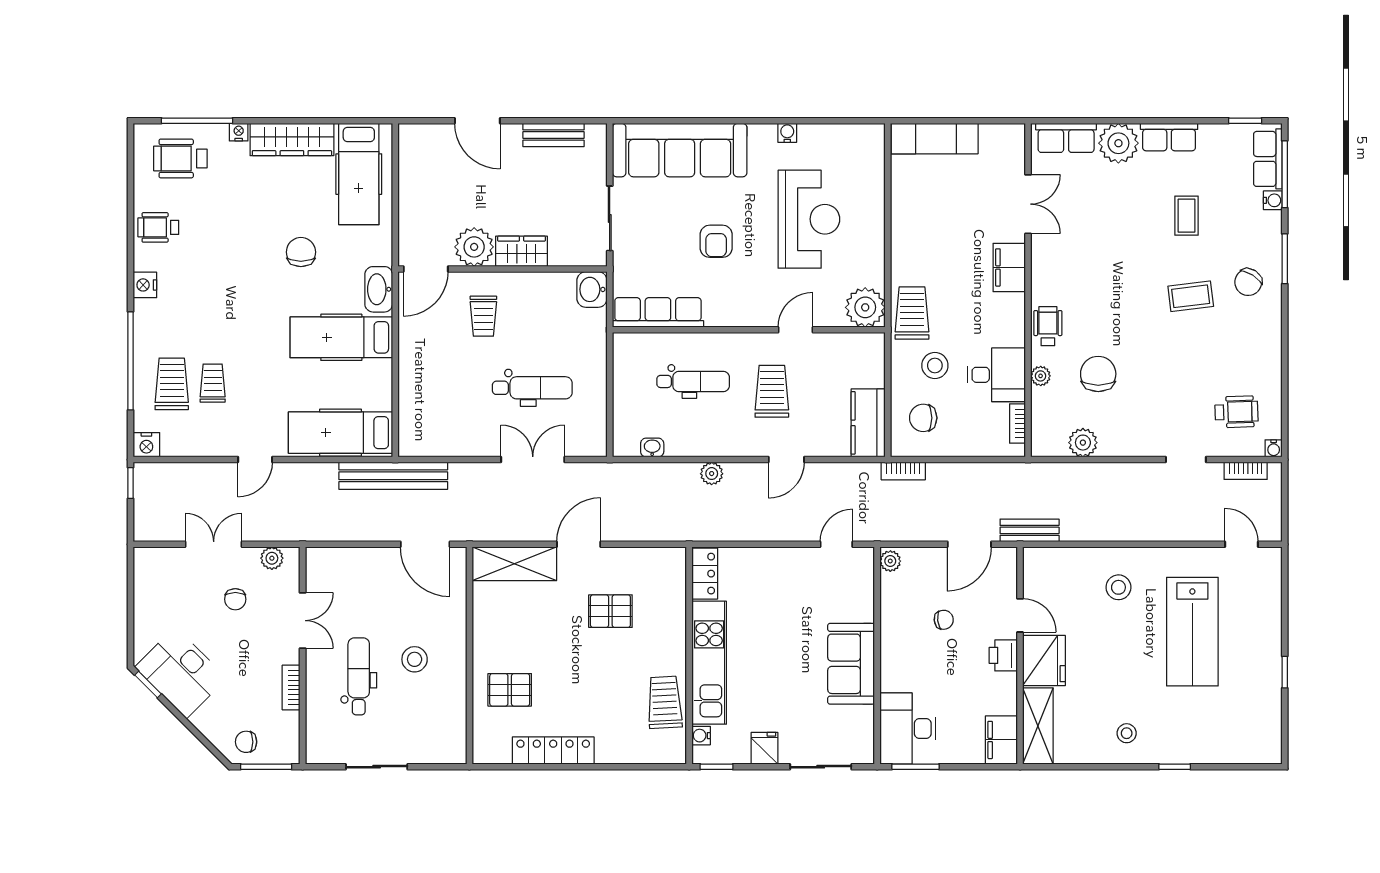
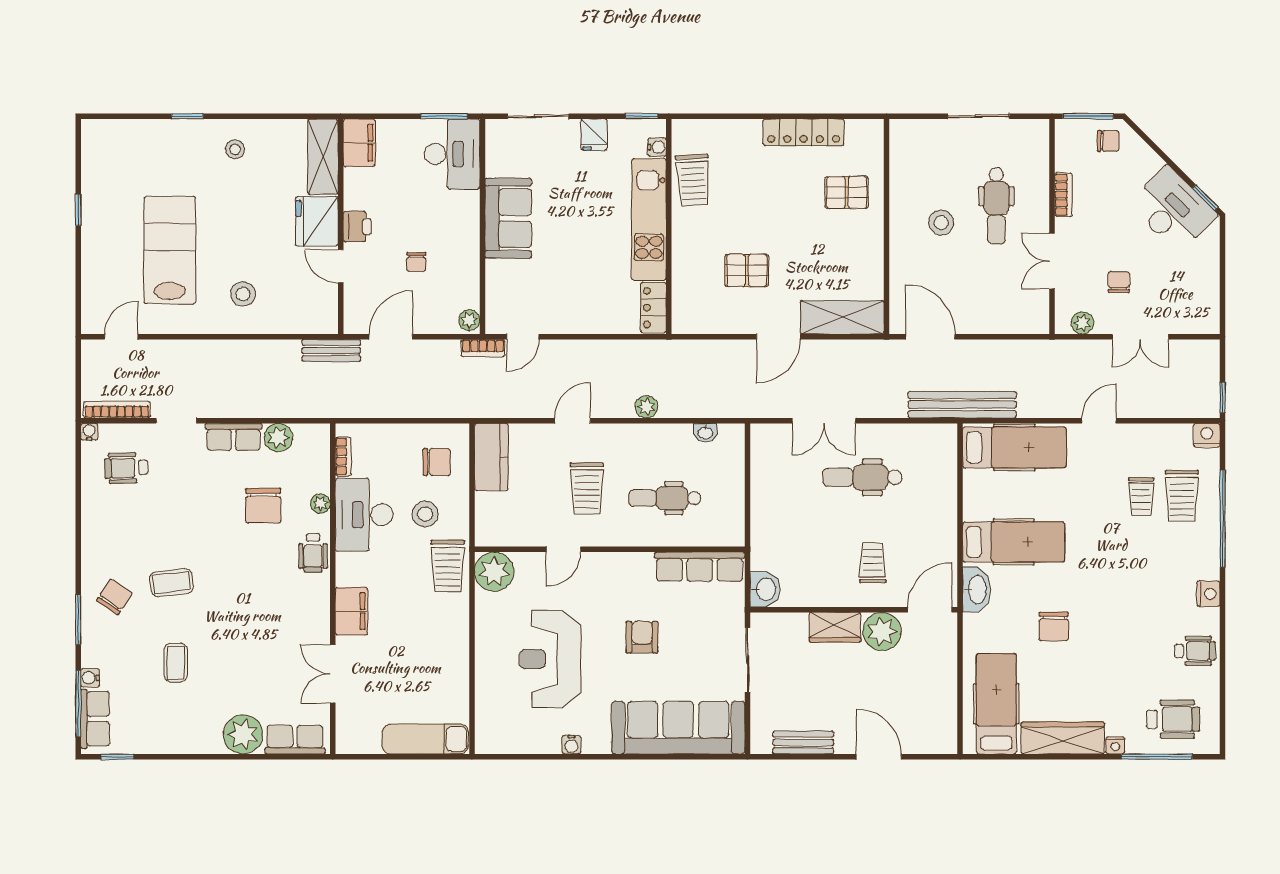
row of seats: (1169, 137) -> (234, 437), moved, turned 180
desk: (996, 375) -> (364, 515), width x1.37
dental chair: (532, 388) -> (862, 477), moved
bookcase: (903, 471) -> (483, 348), moved, turned 180
bookcase: (1246, 471) -> (117, 410), width x1.56
door: (1241, 544) -> (121, 337), swing flipped
chair: (944, 620) -> (416, 262), turned -83

